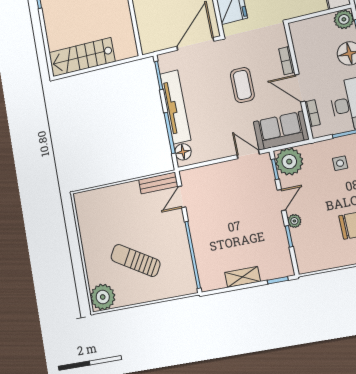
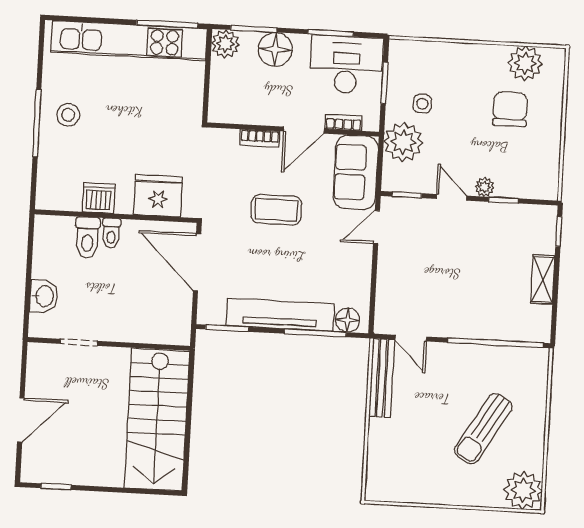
stairs: (82, 57) -> (157, 420), width x1.36, depth x1.51
plant: (289, 162) -> (403, 142), moved
bench: (158, 183) -> (382, 378), width x1.36

